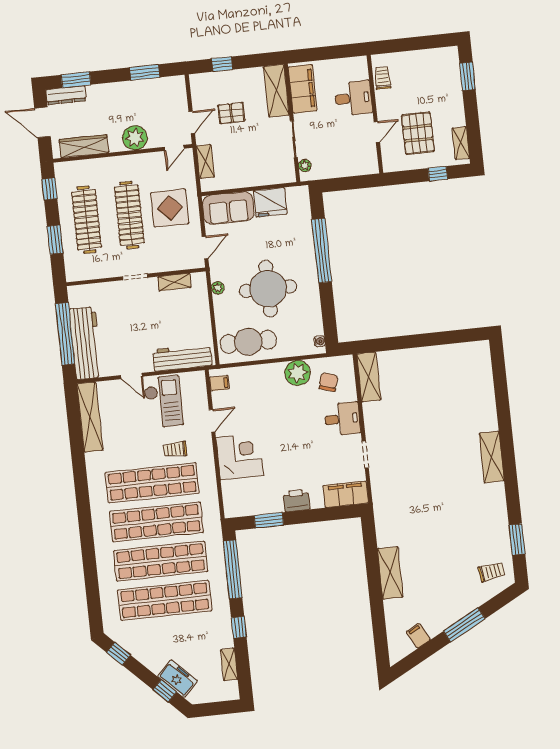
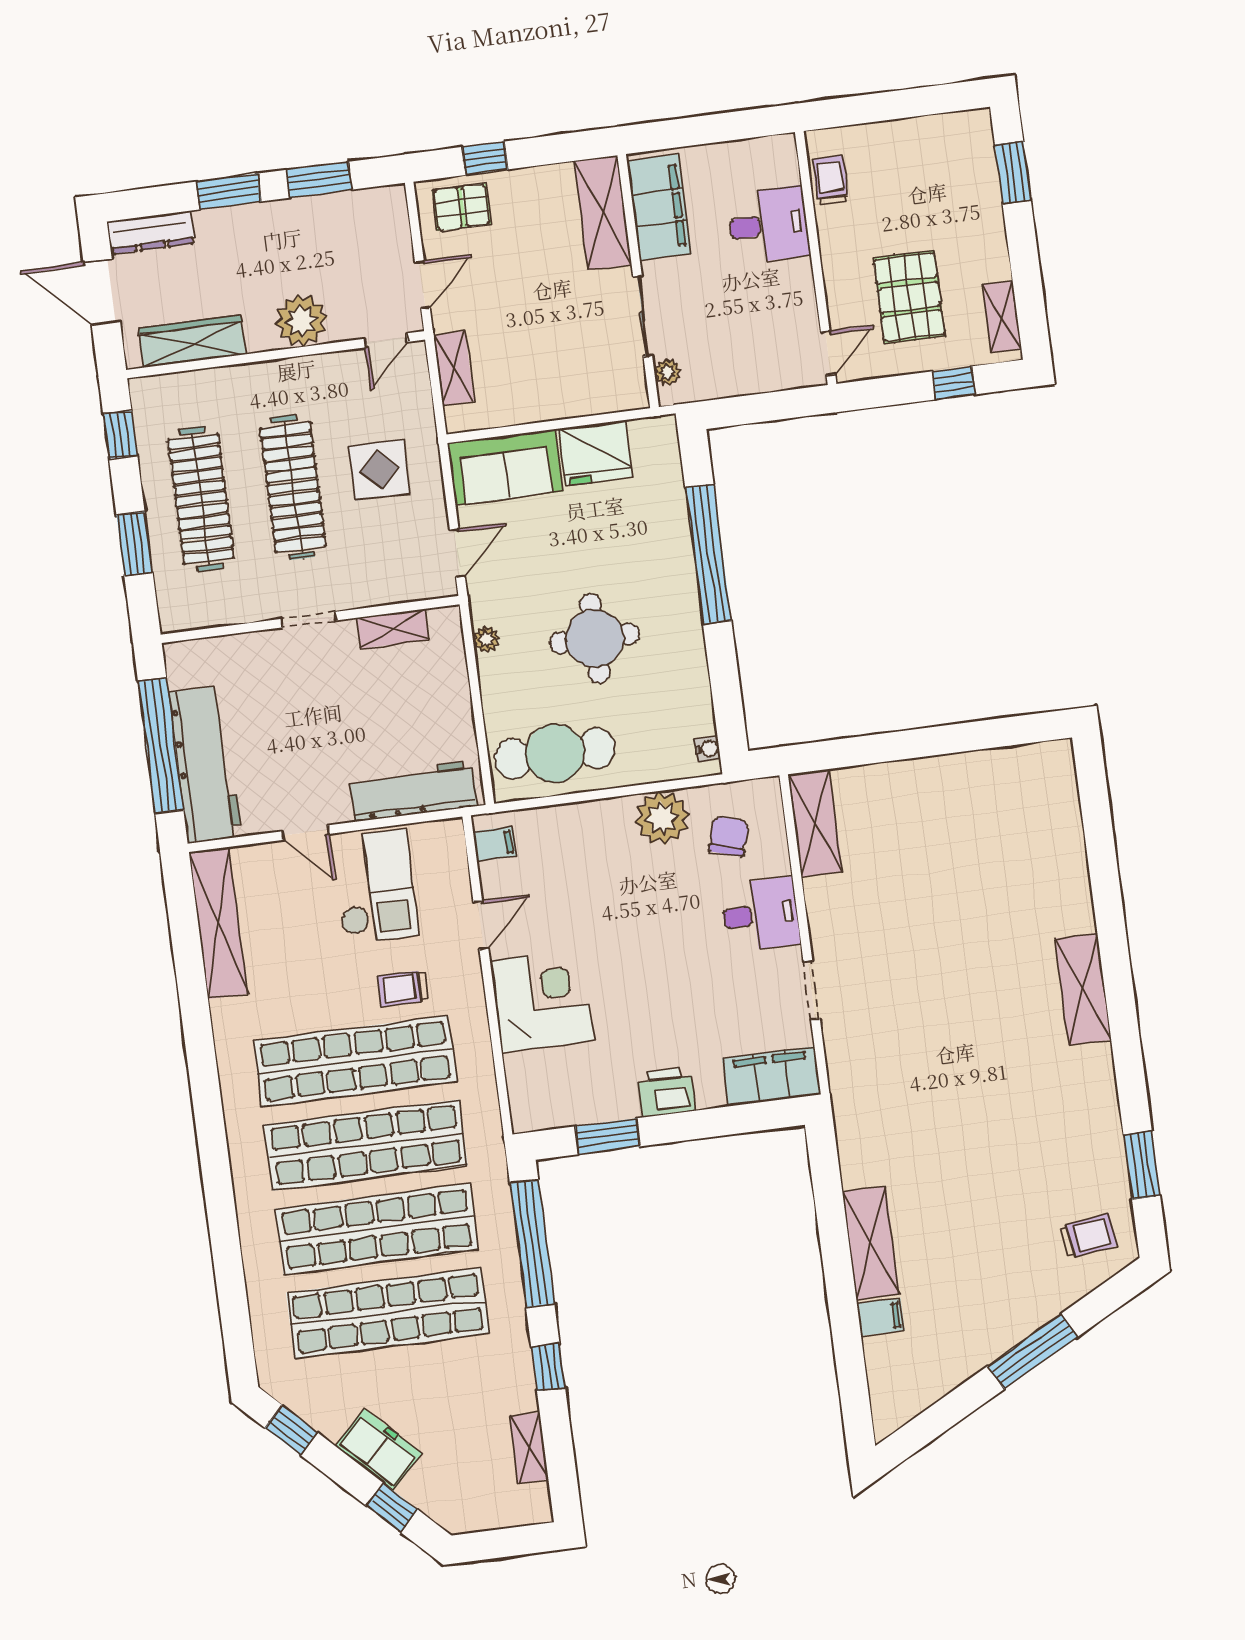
window: (76, 80) -> (229, 192), moved
pallet: (231, 113) -> (462, 207), moved
door: (377, 132) -> (828, 353), moved
display table: (170, 208) -> (379, 470), width x0.73, depth x0.73
round table: (268, 289) -> (595, 638), width x0.73, depth x0.73
filing cabinet: (418, 636) -> (881, 1317), moved, turned 118
freezer: (178, 679) -> (379, 1450), moved

